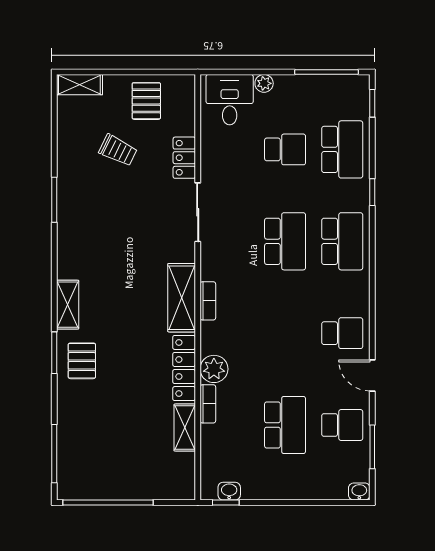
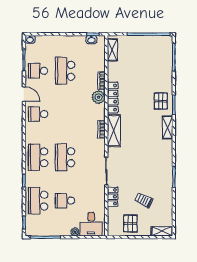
shelving: (185, 428) -> (112, 50), moved

